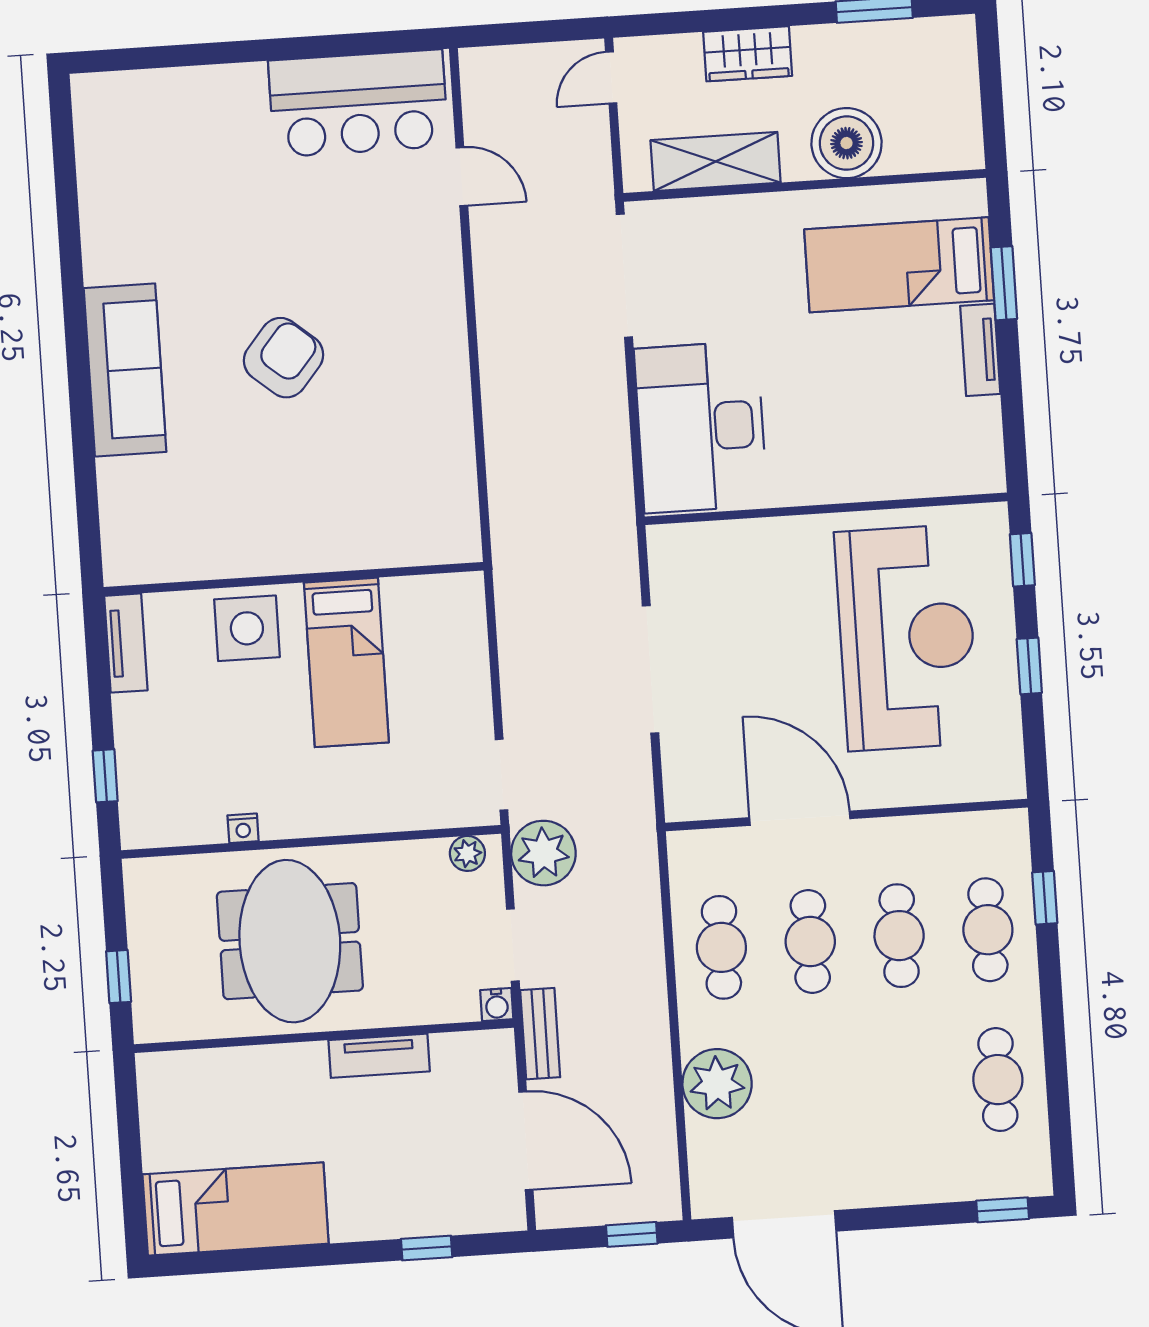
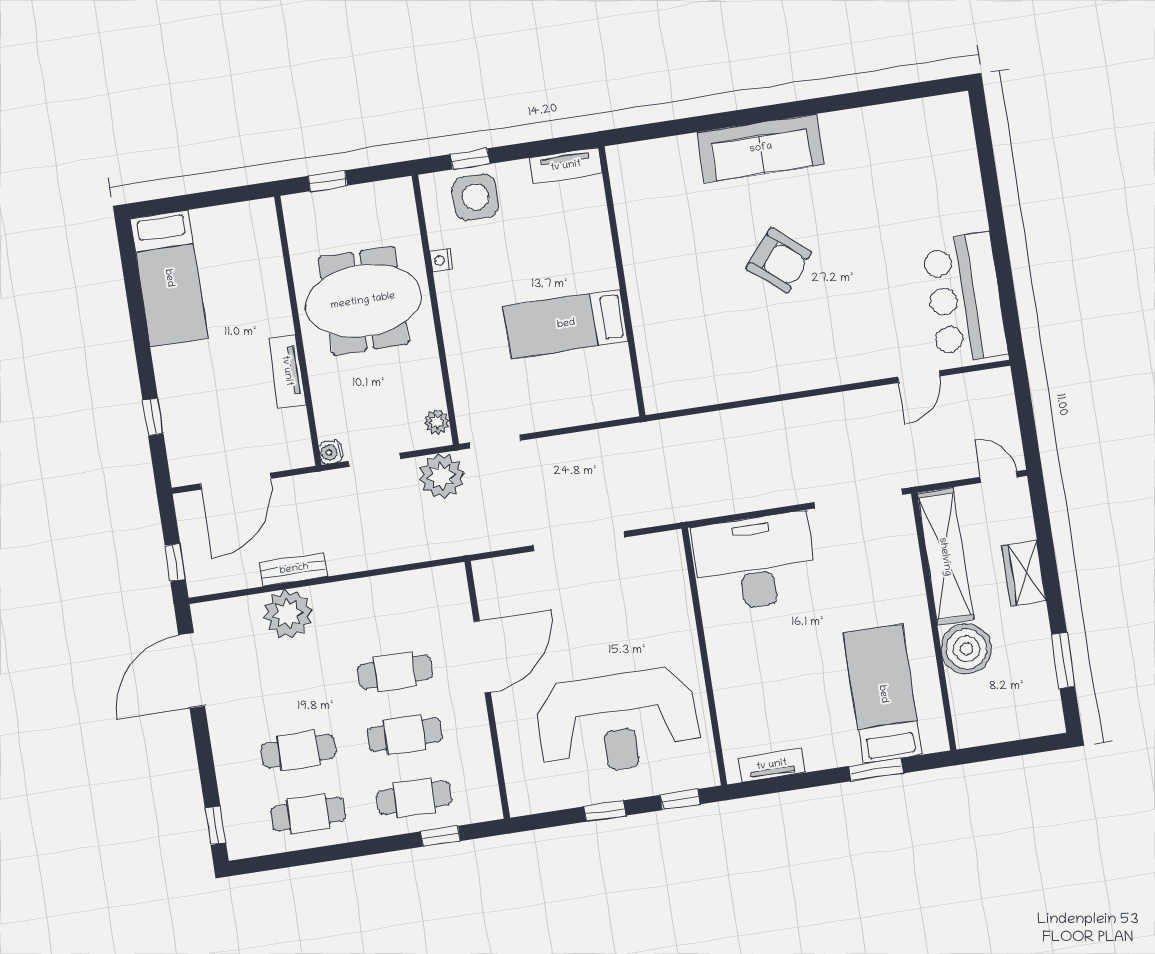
shelving: (716, 161) -> (945, 557), width x1.47
tv unit: (980, 350) -> (772, 765), moved
side table: (247, 628) -> (476, 197), moved
cafe table: (721, 947) -> (298, 751), moved
bench: (540, 1034) -> (294, 569), moved

